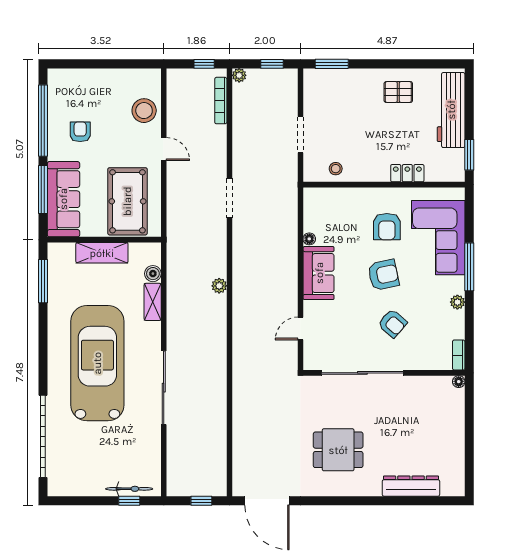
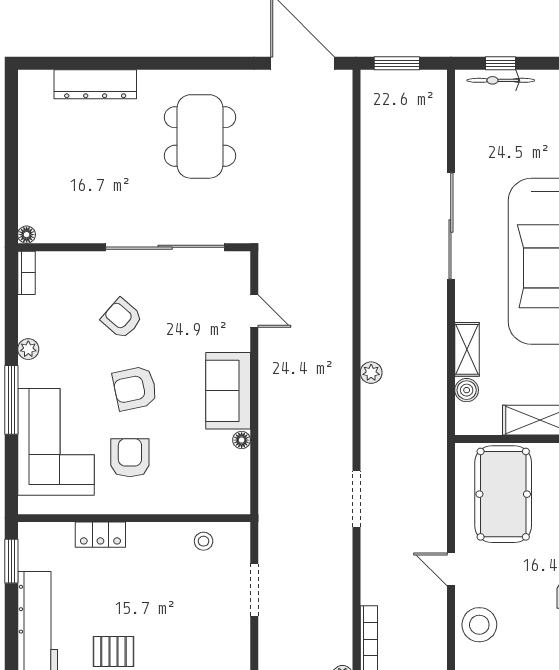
door: (300, 328) -> (254, 311), hinge flipped
dining table: (338, 450) -> (200, 136), width x1.38
window: (201, 501) -> (397, 63), width x1.50

